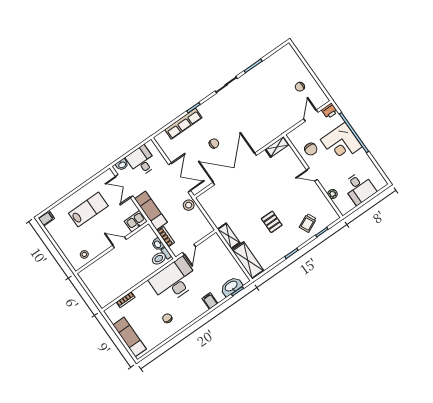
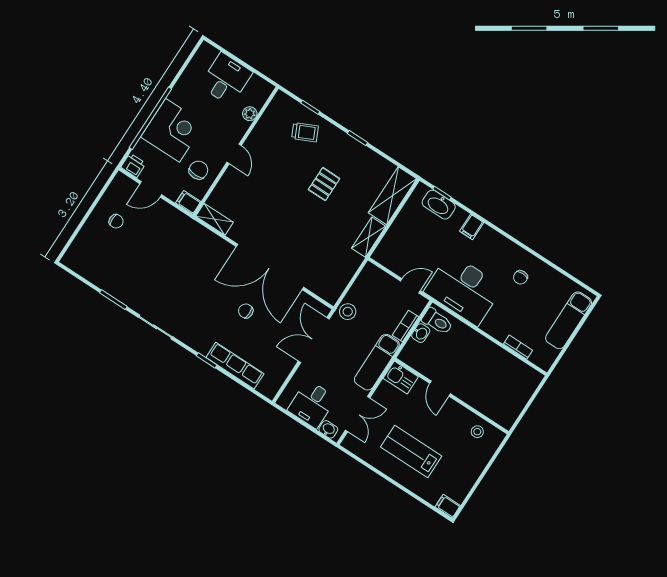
filing cabinet: (294, 135) -> (188, 202), added

